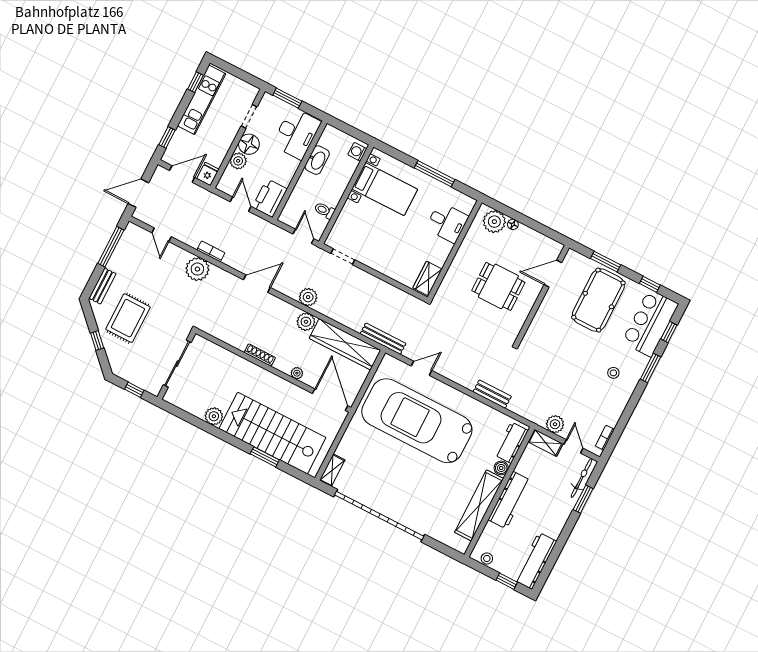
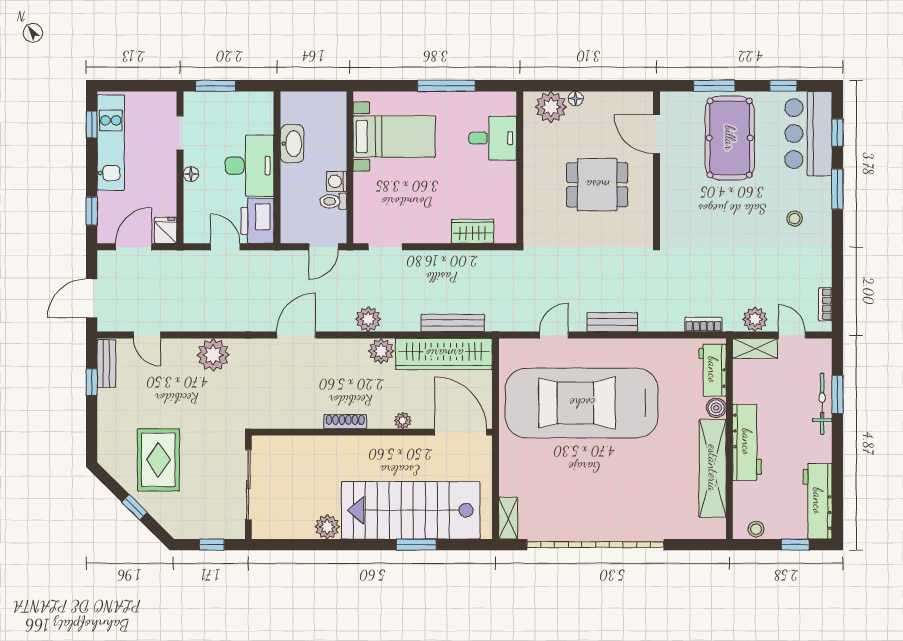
desk: (296, 133) -> (250, 166), moved
floor lamp: (249, 144) -> (191, 174), width x0.53, depth x0.53
washing machine: (357, 152) -> (337, 181), moved
plant: (238, 161) -> (195, 195), removed
door: (303, 236) -> (324, 247), swing flipped
window: (111, 247) -> (92, 382), width x0.46
bookcase: (211, 251) -> (703, 324), moved
door: (553, 274) -> (657, 134), hinge flipped
wardrobe: (427, 279) -> (473, 231), moved, turned 90
bench: (103, 286) -> (106, 363), moved
bench: (383, 339) -> (453, 323), moved
bench: (492, 394) -> (612, 322), moved
bicycle: (582, 478) -> (822, 404), moved

